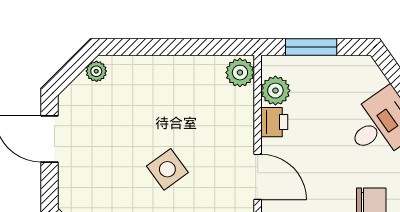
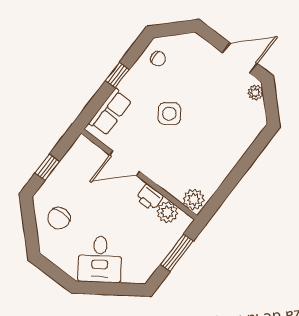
plant: (96, 71) -> (255, 93), moved

